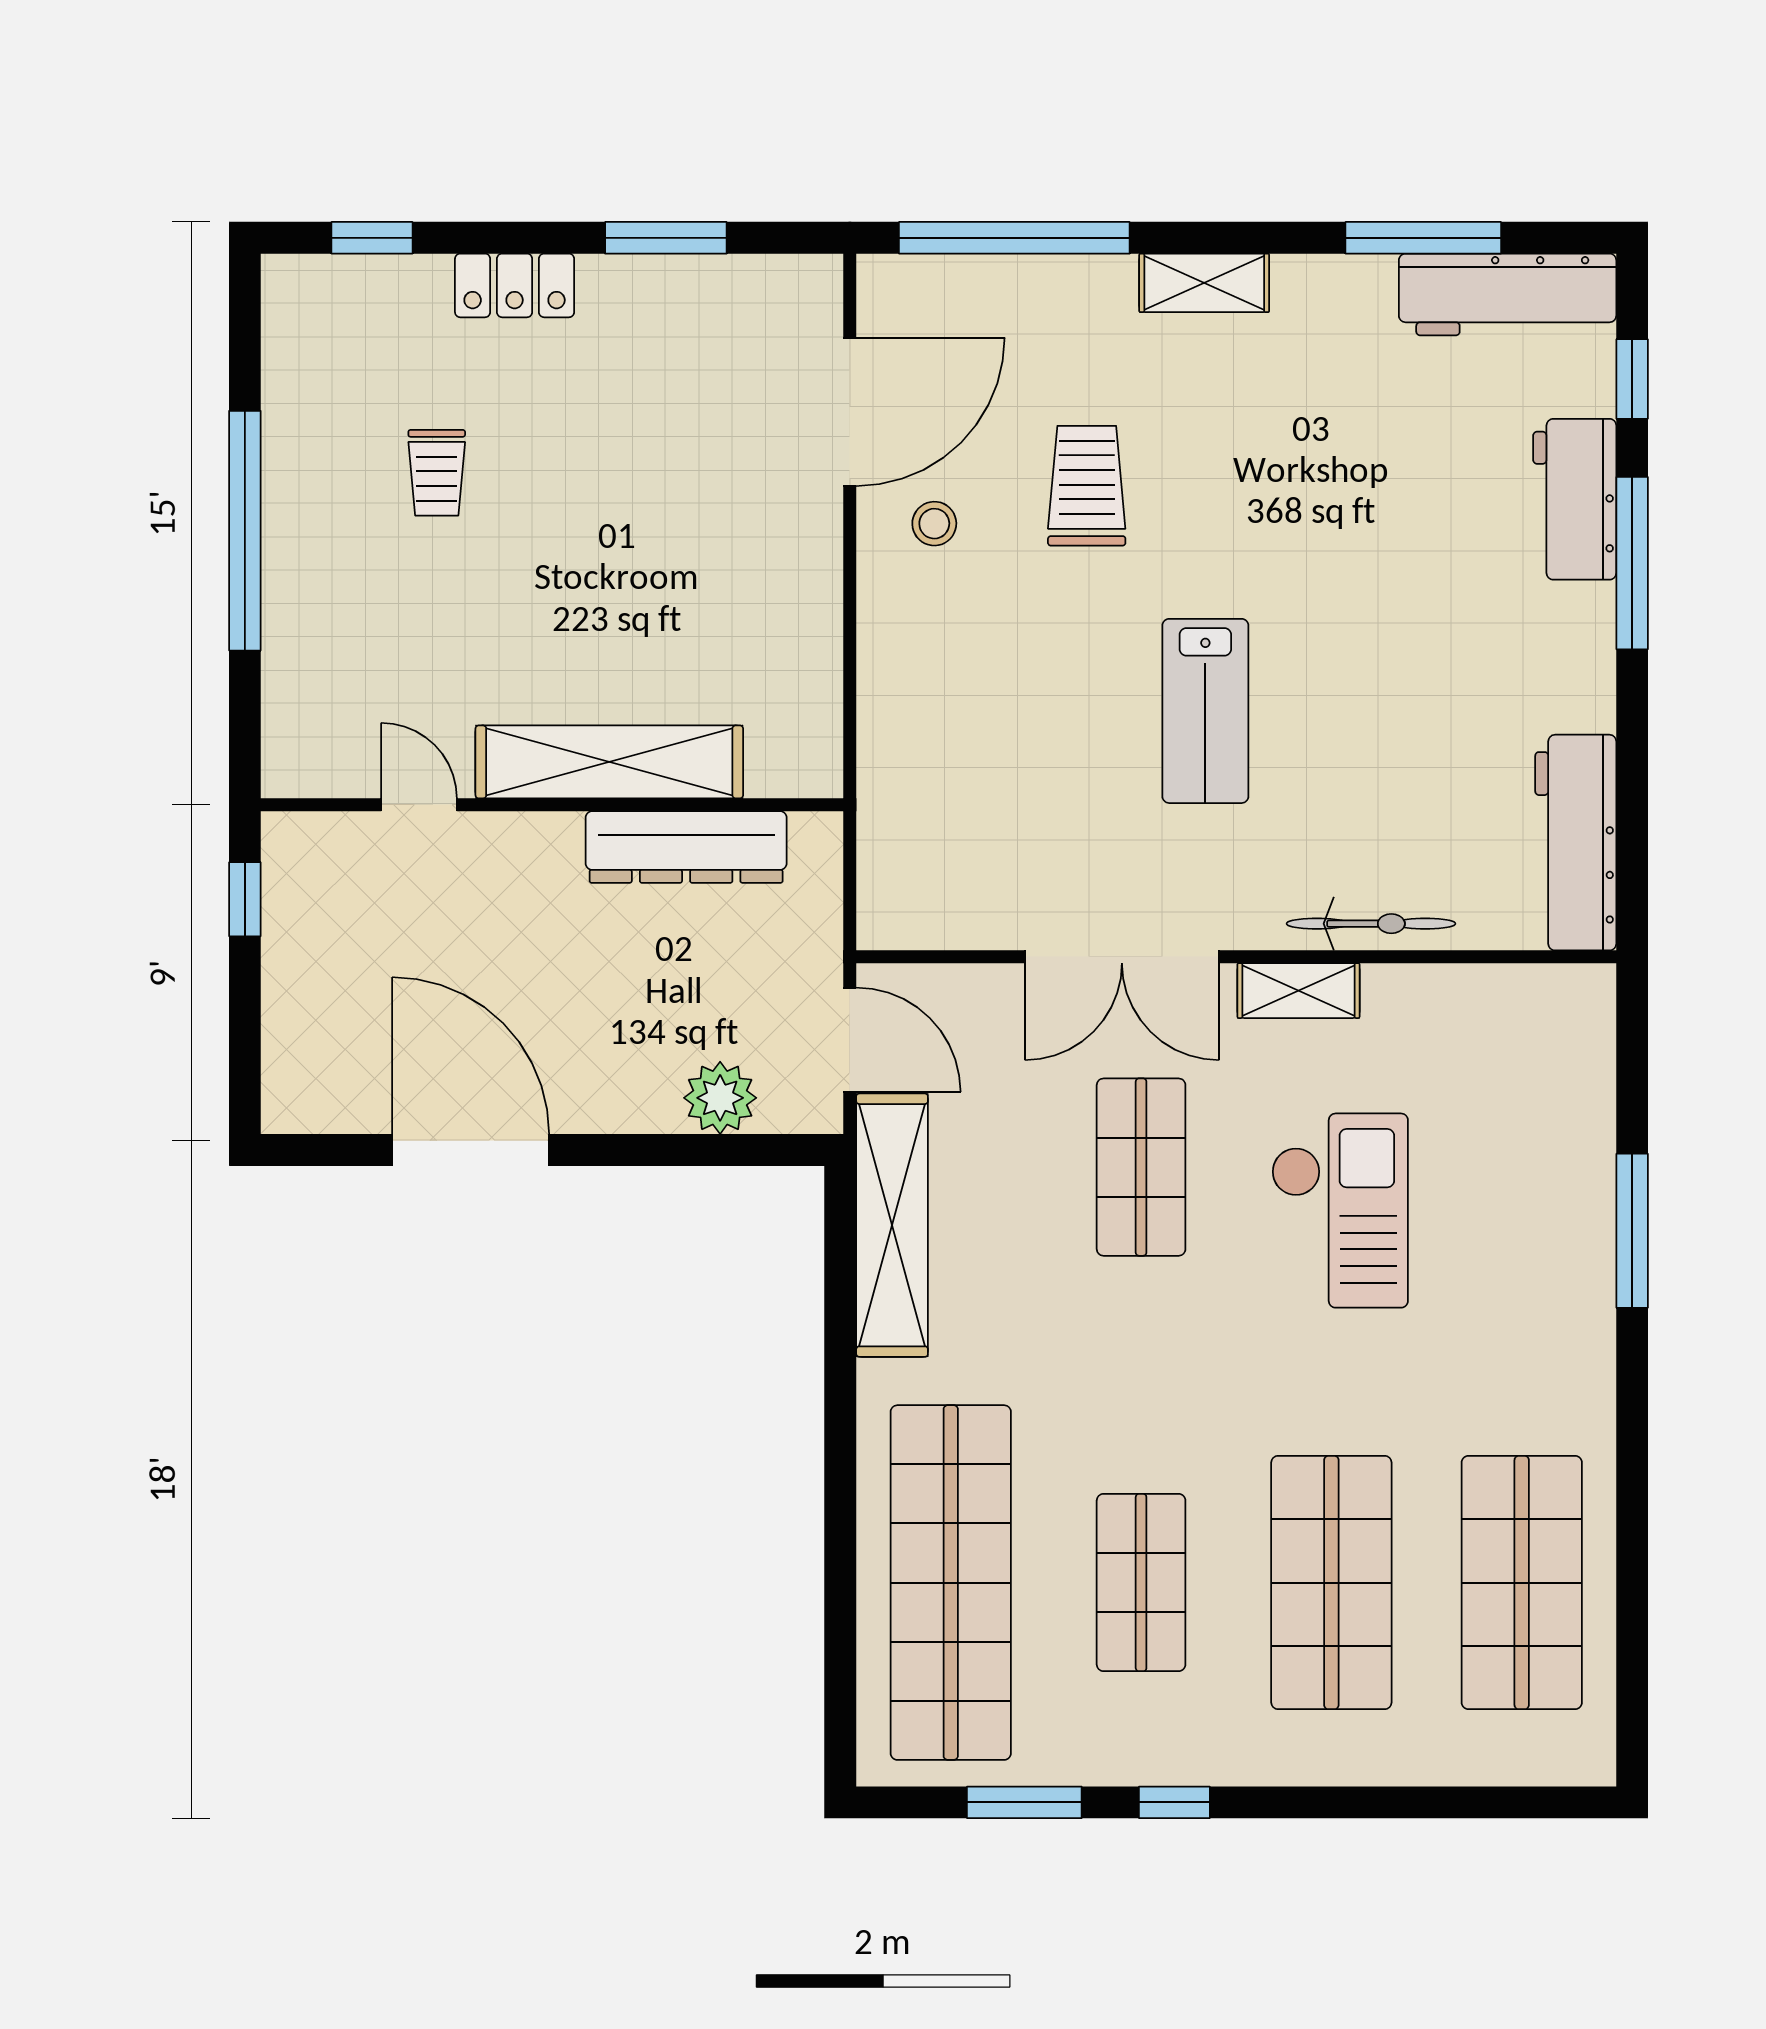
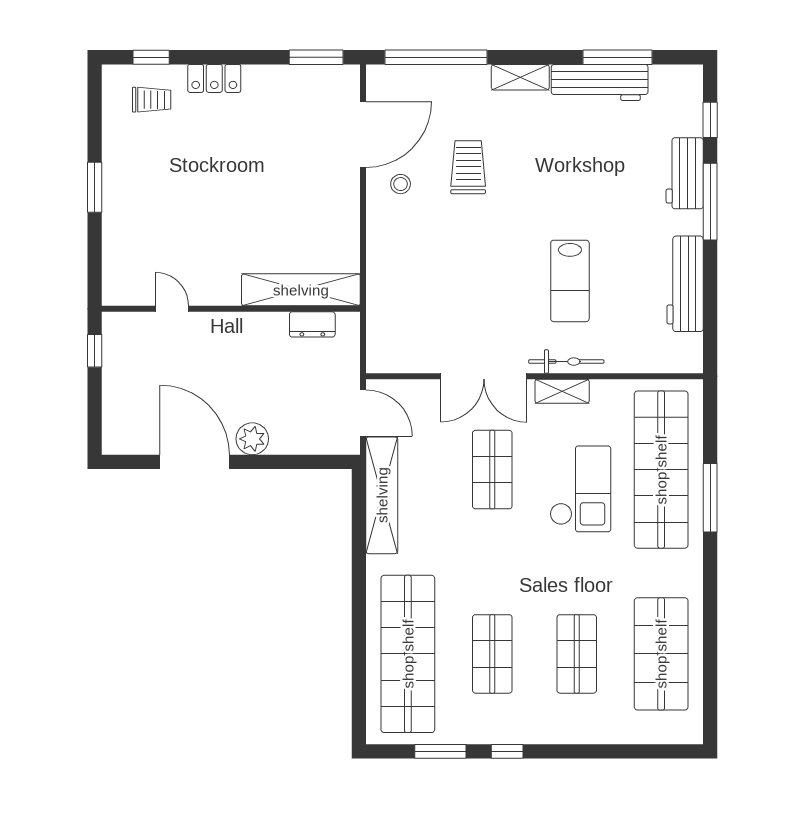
window: (666, 238) -> (316, 57), moved
workbench: (1508, 295) -> (600, 82), moved
trolley: (437, 473) -> (152, 100), moved, turned -90
window: (245, 531) -> (95, 187), width x0.47
lab bench: (1205, 711) -> (570, 281), moved
shelving: (609, 762) -> (301, 290), moved
workbench: (1576, 843) -> (685, 284), moved
dresser: (686, 847) -> (312, 324), width x0.51, depth x0.80
bicycle: (1371, 924) -> (566, 362), moved
plant: (720, 1098) -> (252, 439), moved
shop shelf: (1522, 1167) -> (661, 470), added
shop shelf: (1331, 1583) -> (577, 654), width x0.70, depth x0.74

